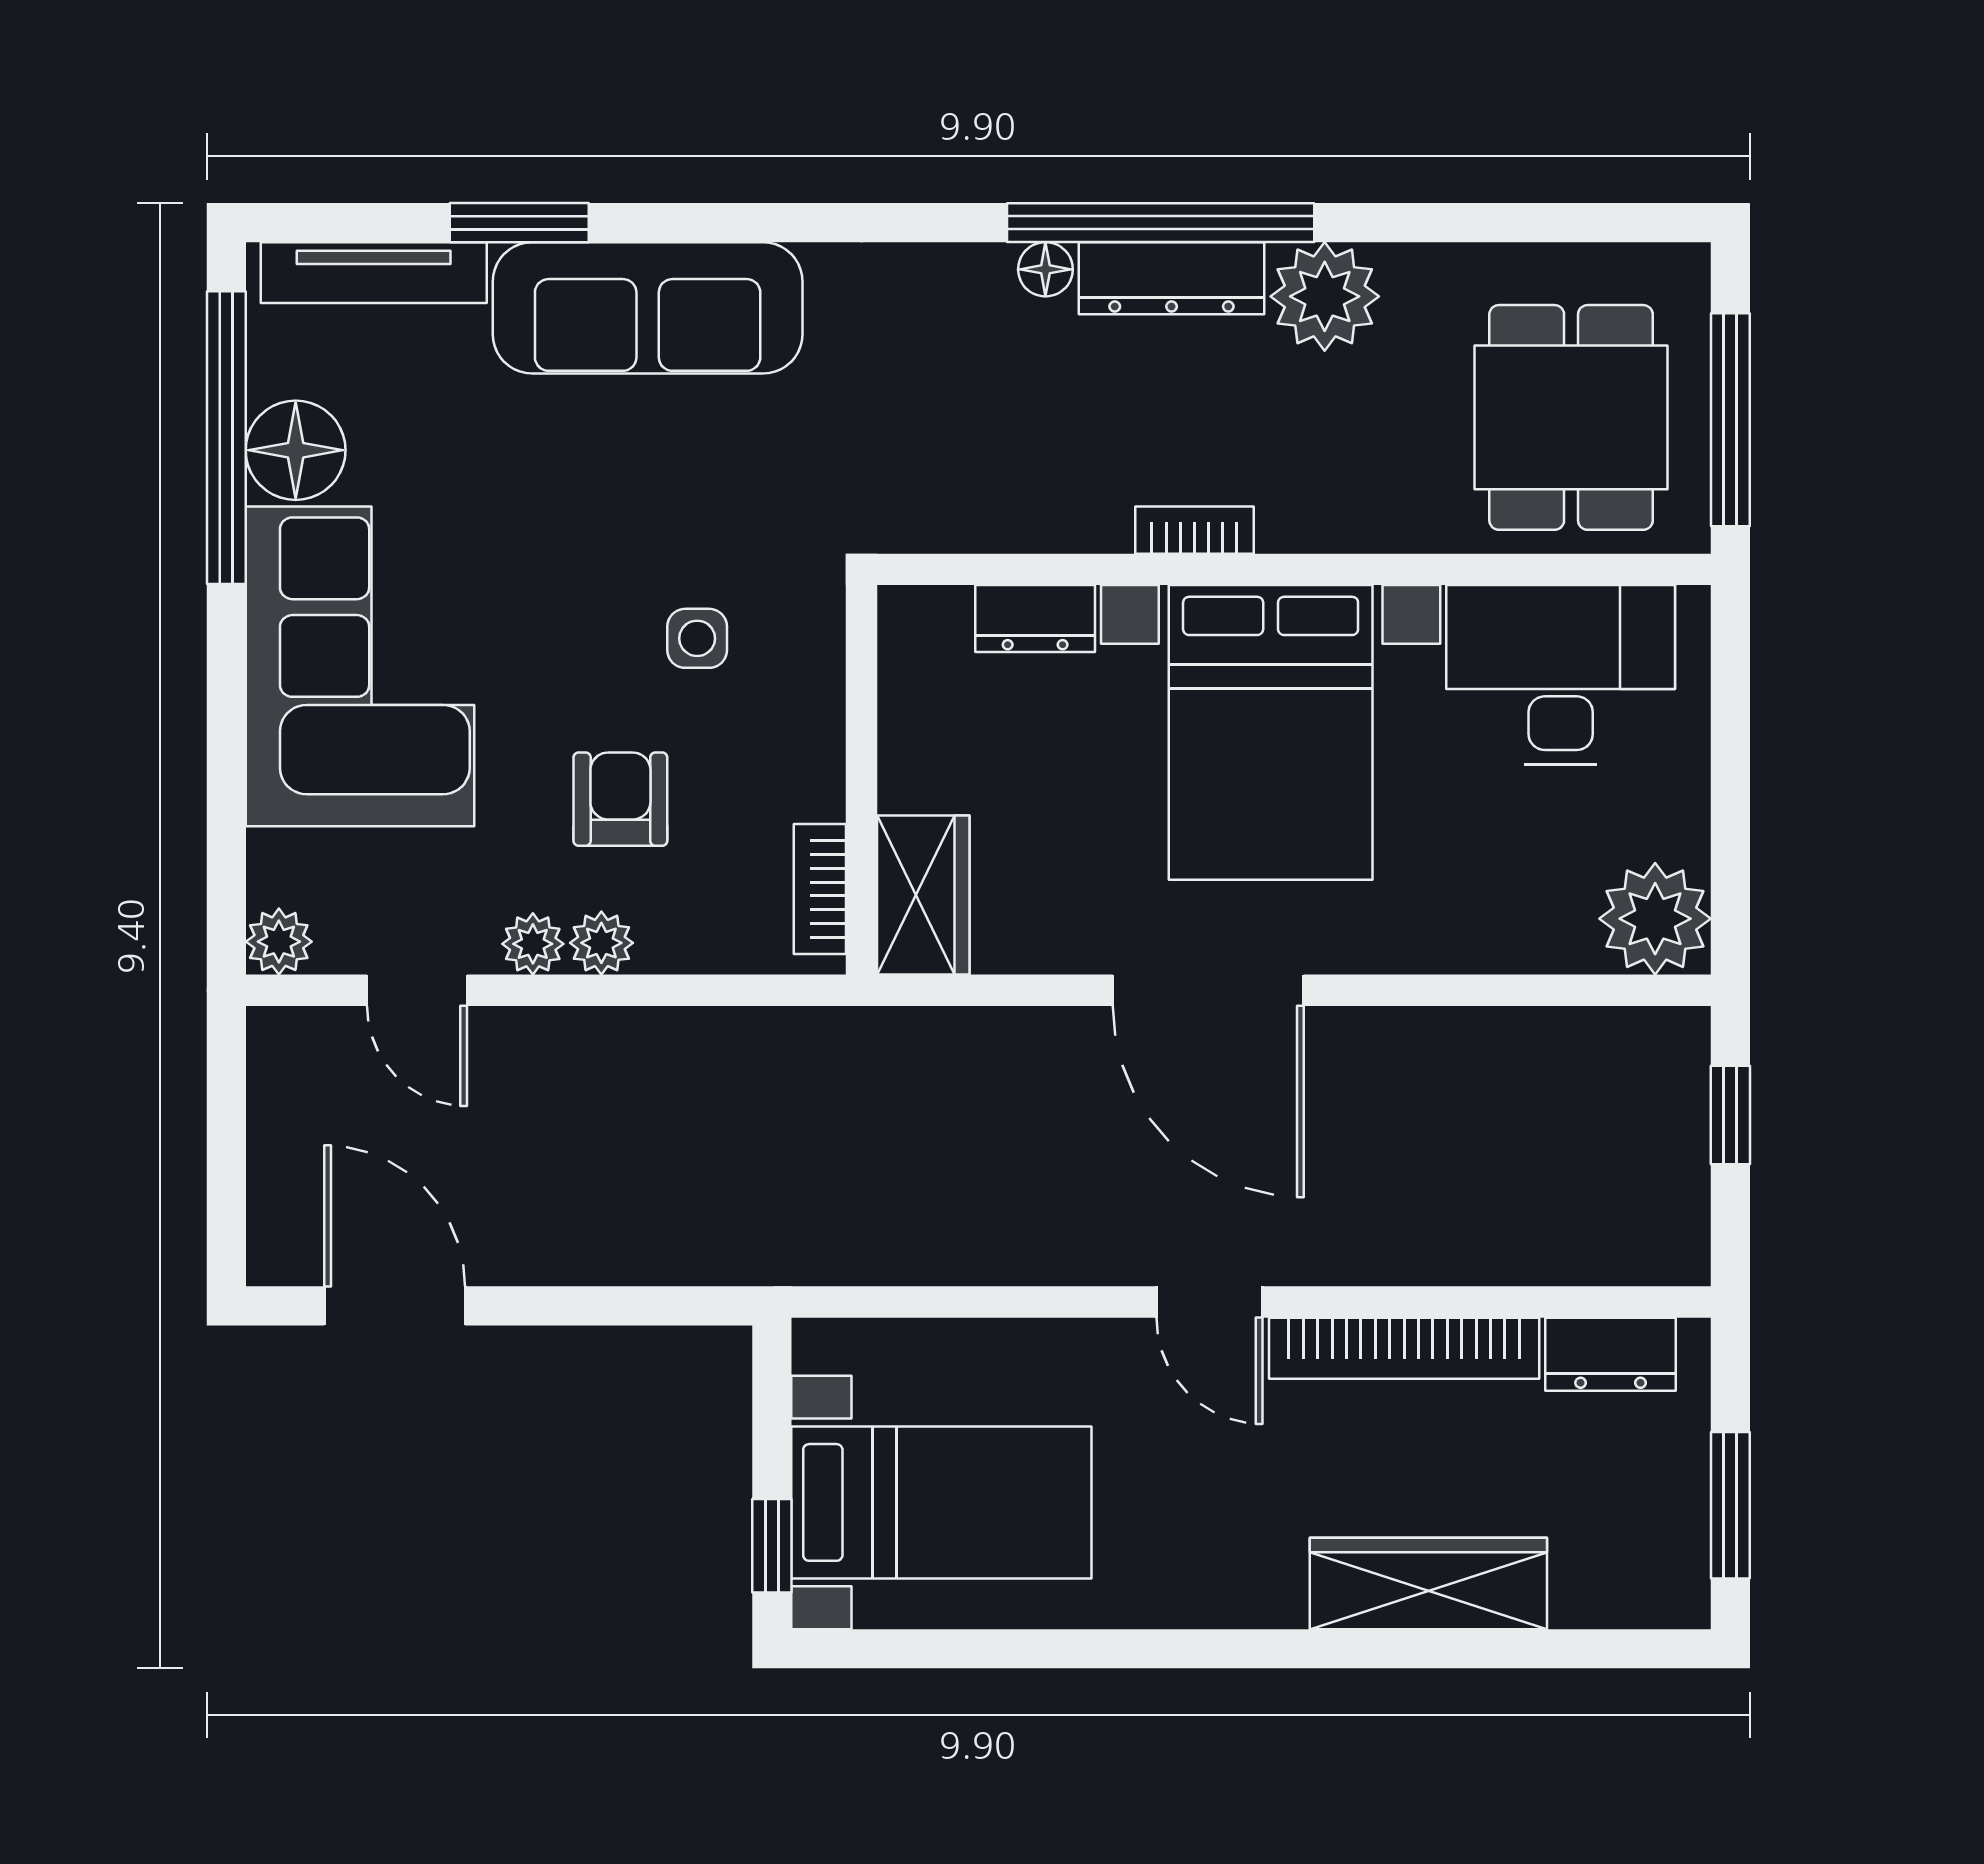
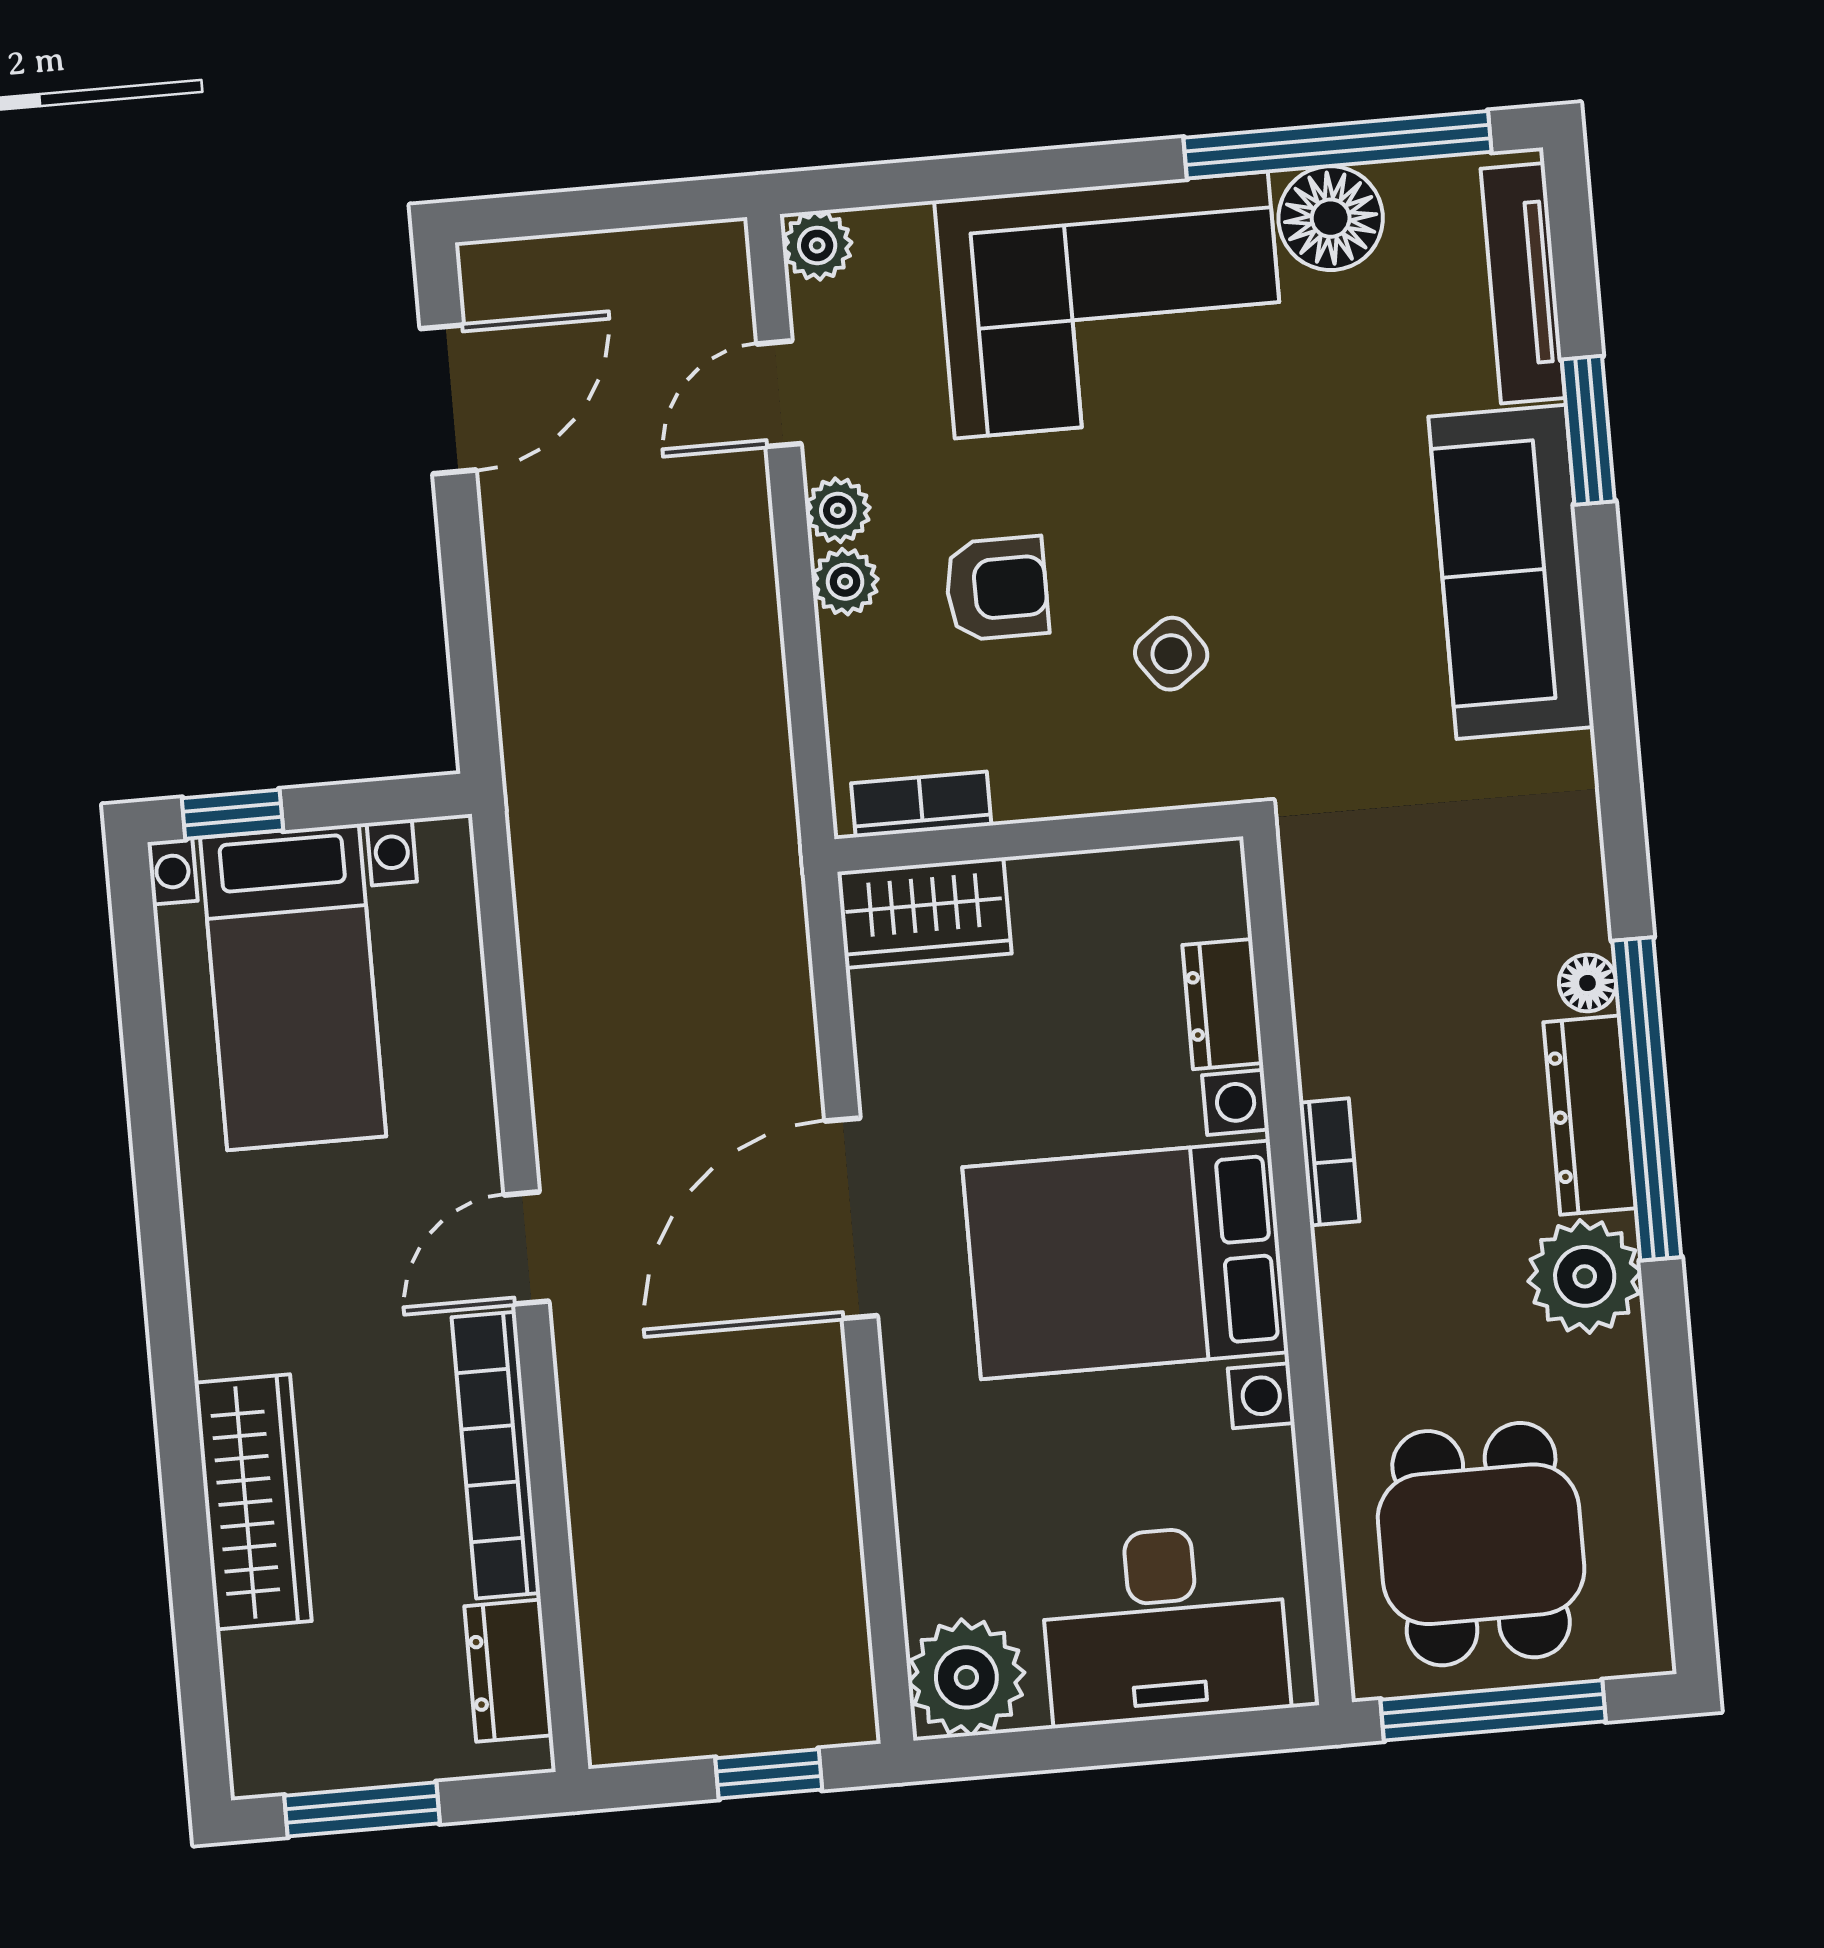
dining table: (1571, 417) -> (1481, 1544), turned 90
side table: (697, 638) -> (1171, 654), turned -36
desk: (1561, 675) -> (1164, 1625), moved, turned 90

